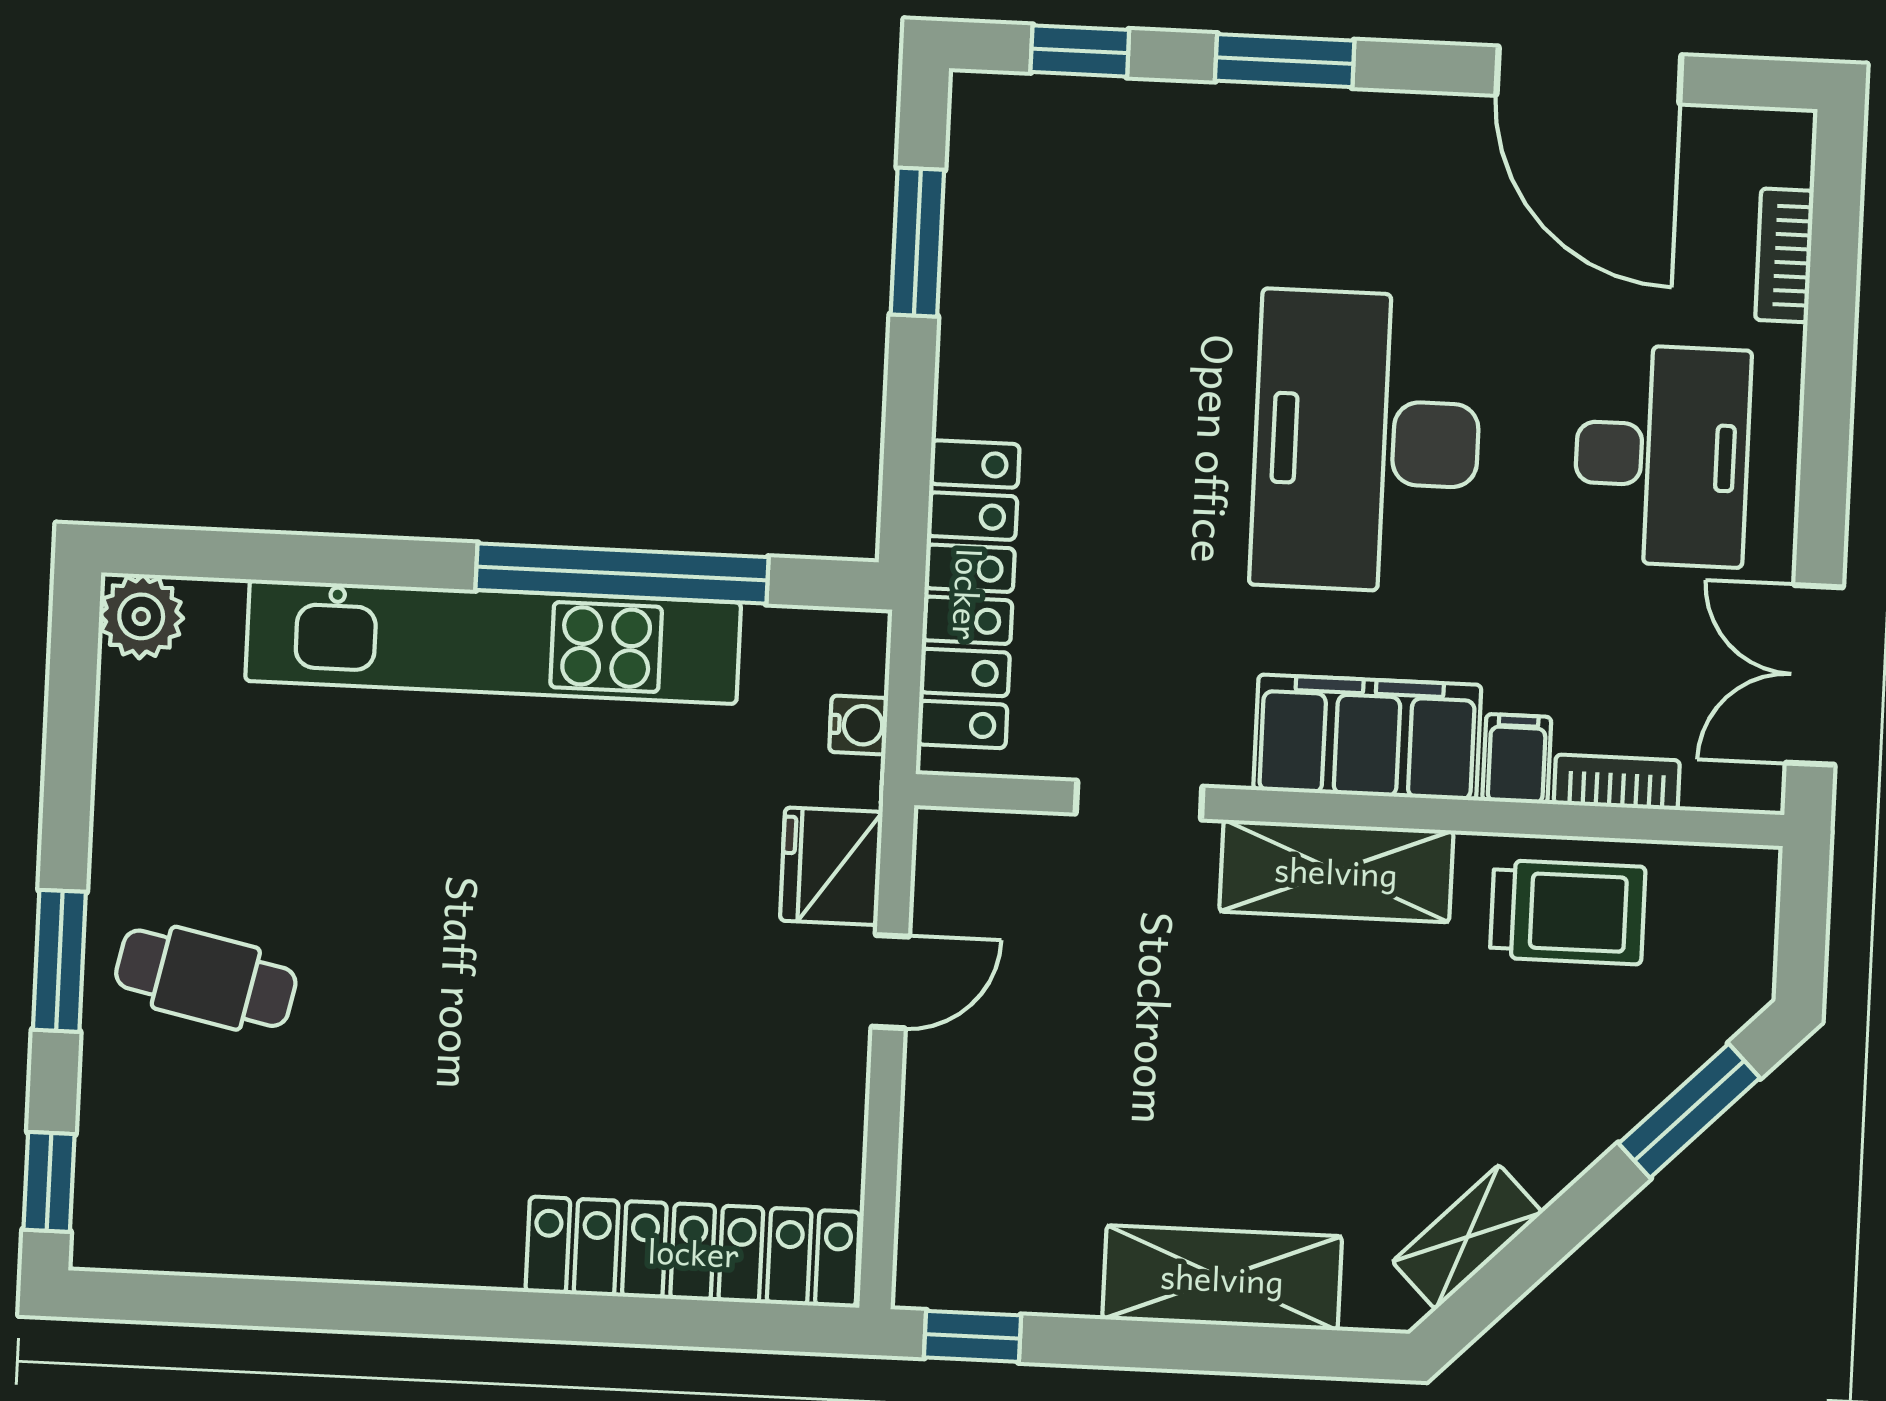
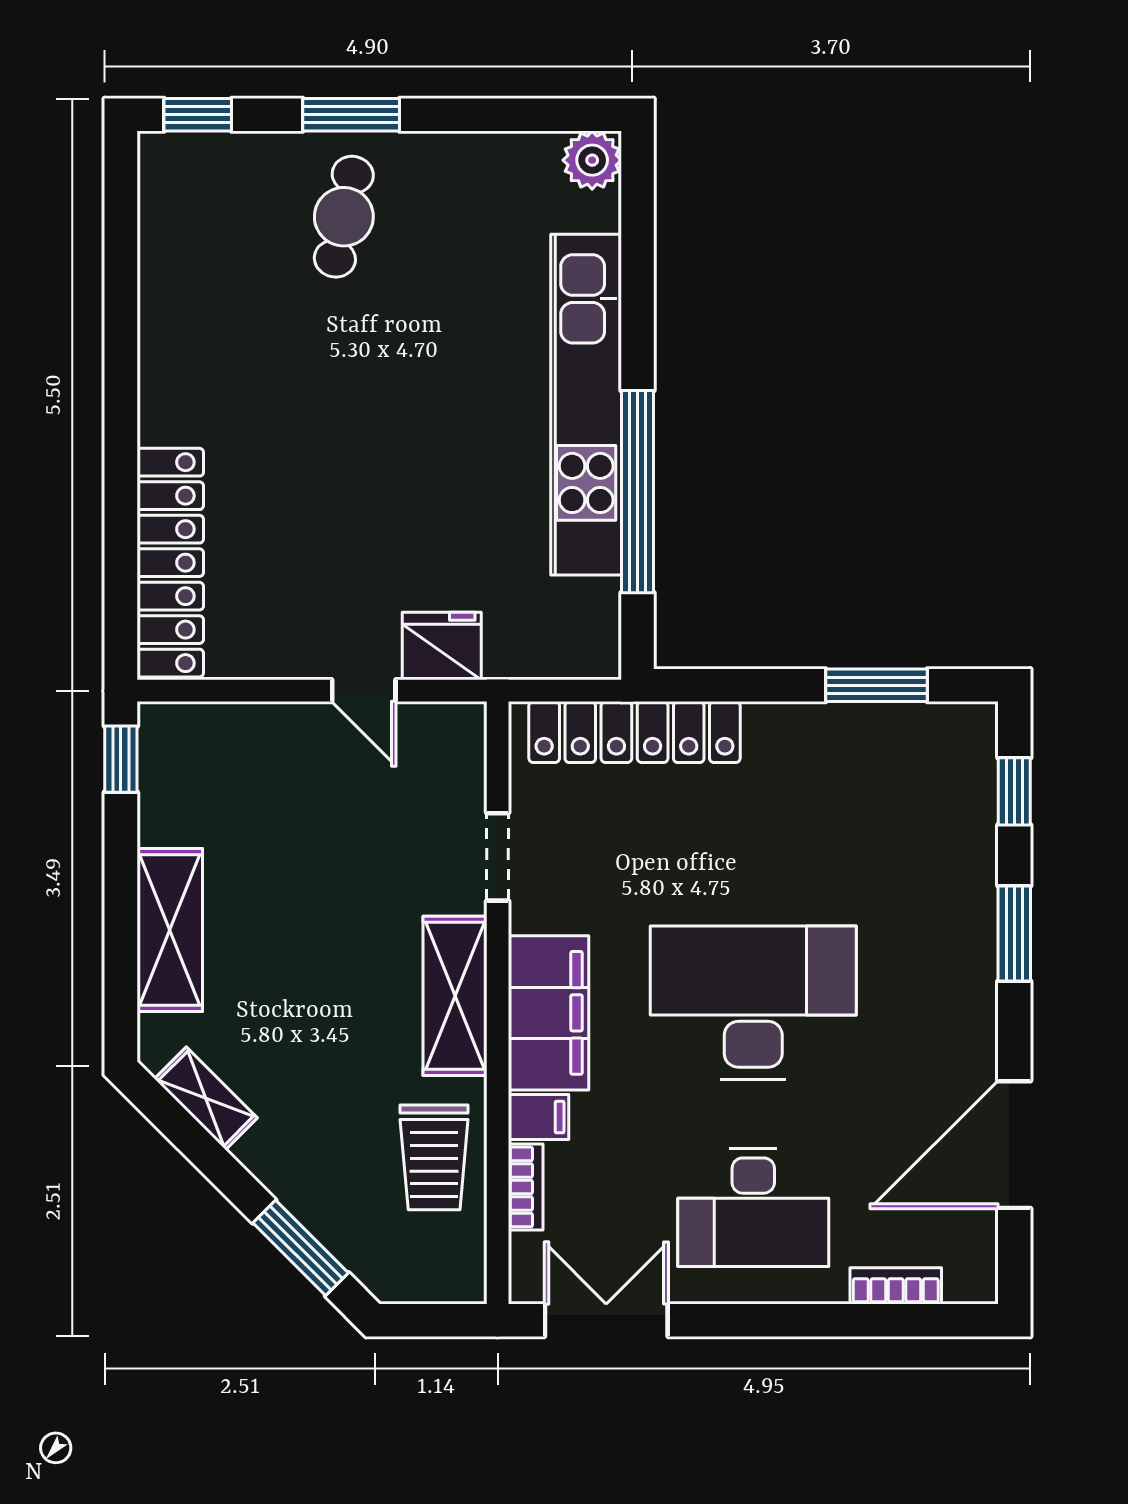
water cooler: (859, 725) -> (540, 660), removed

